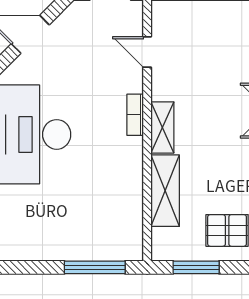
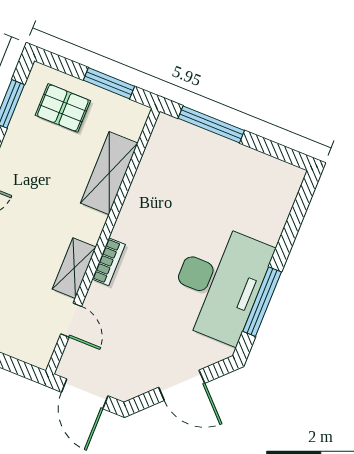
shelving: (162, 127) -> (74, 268), moved

